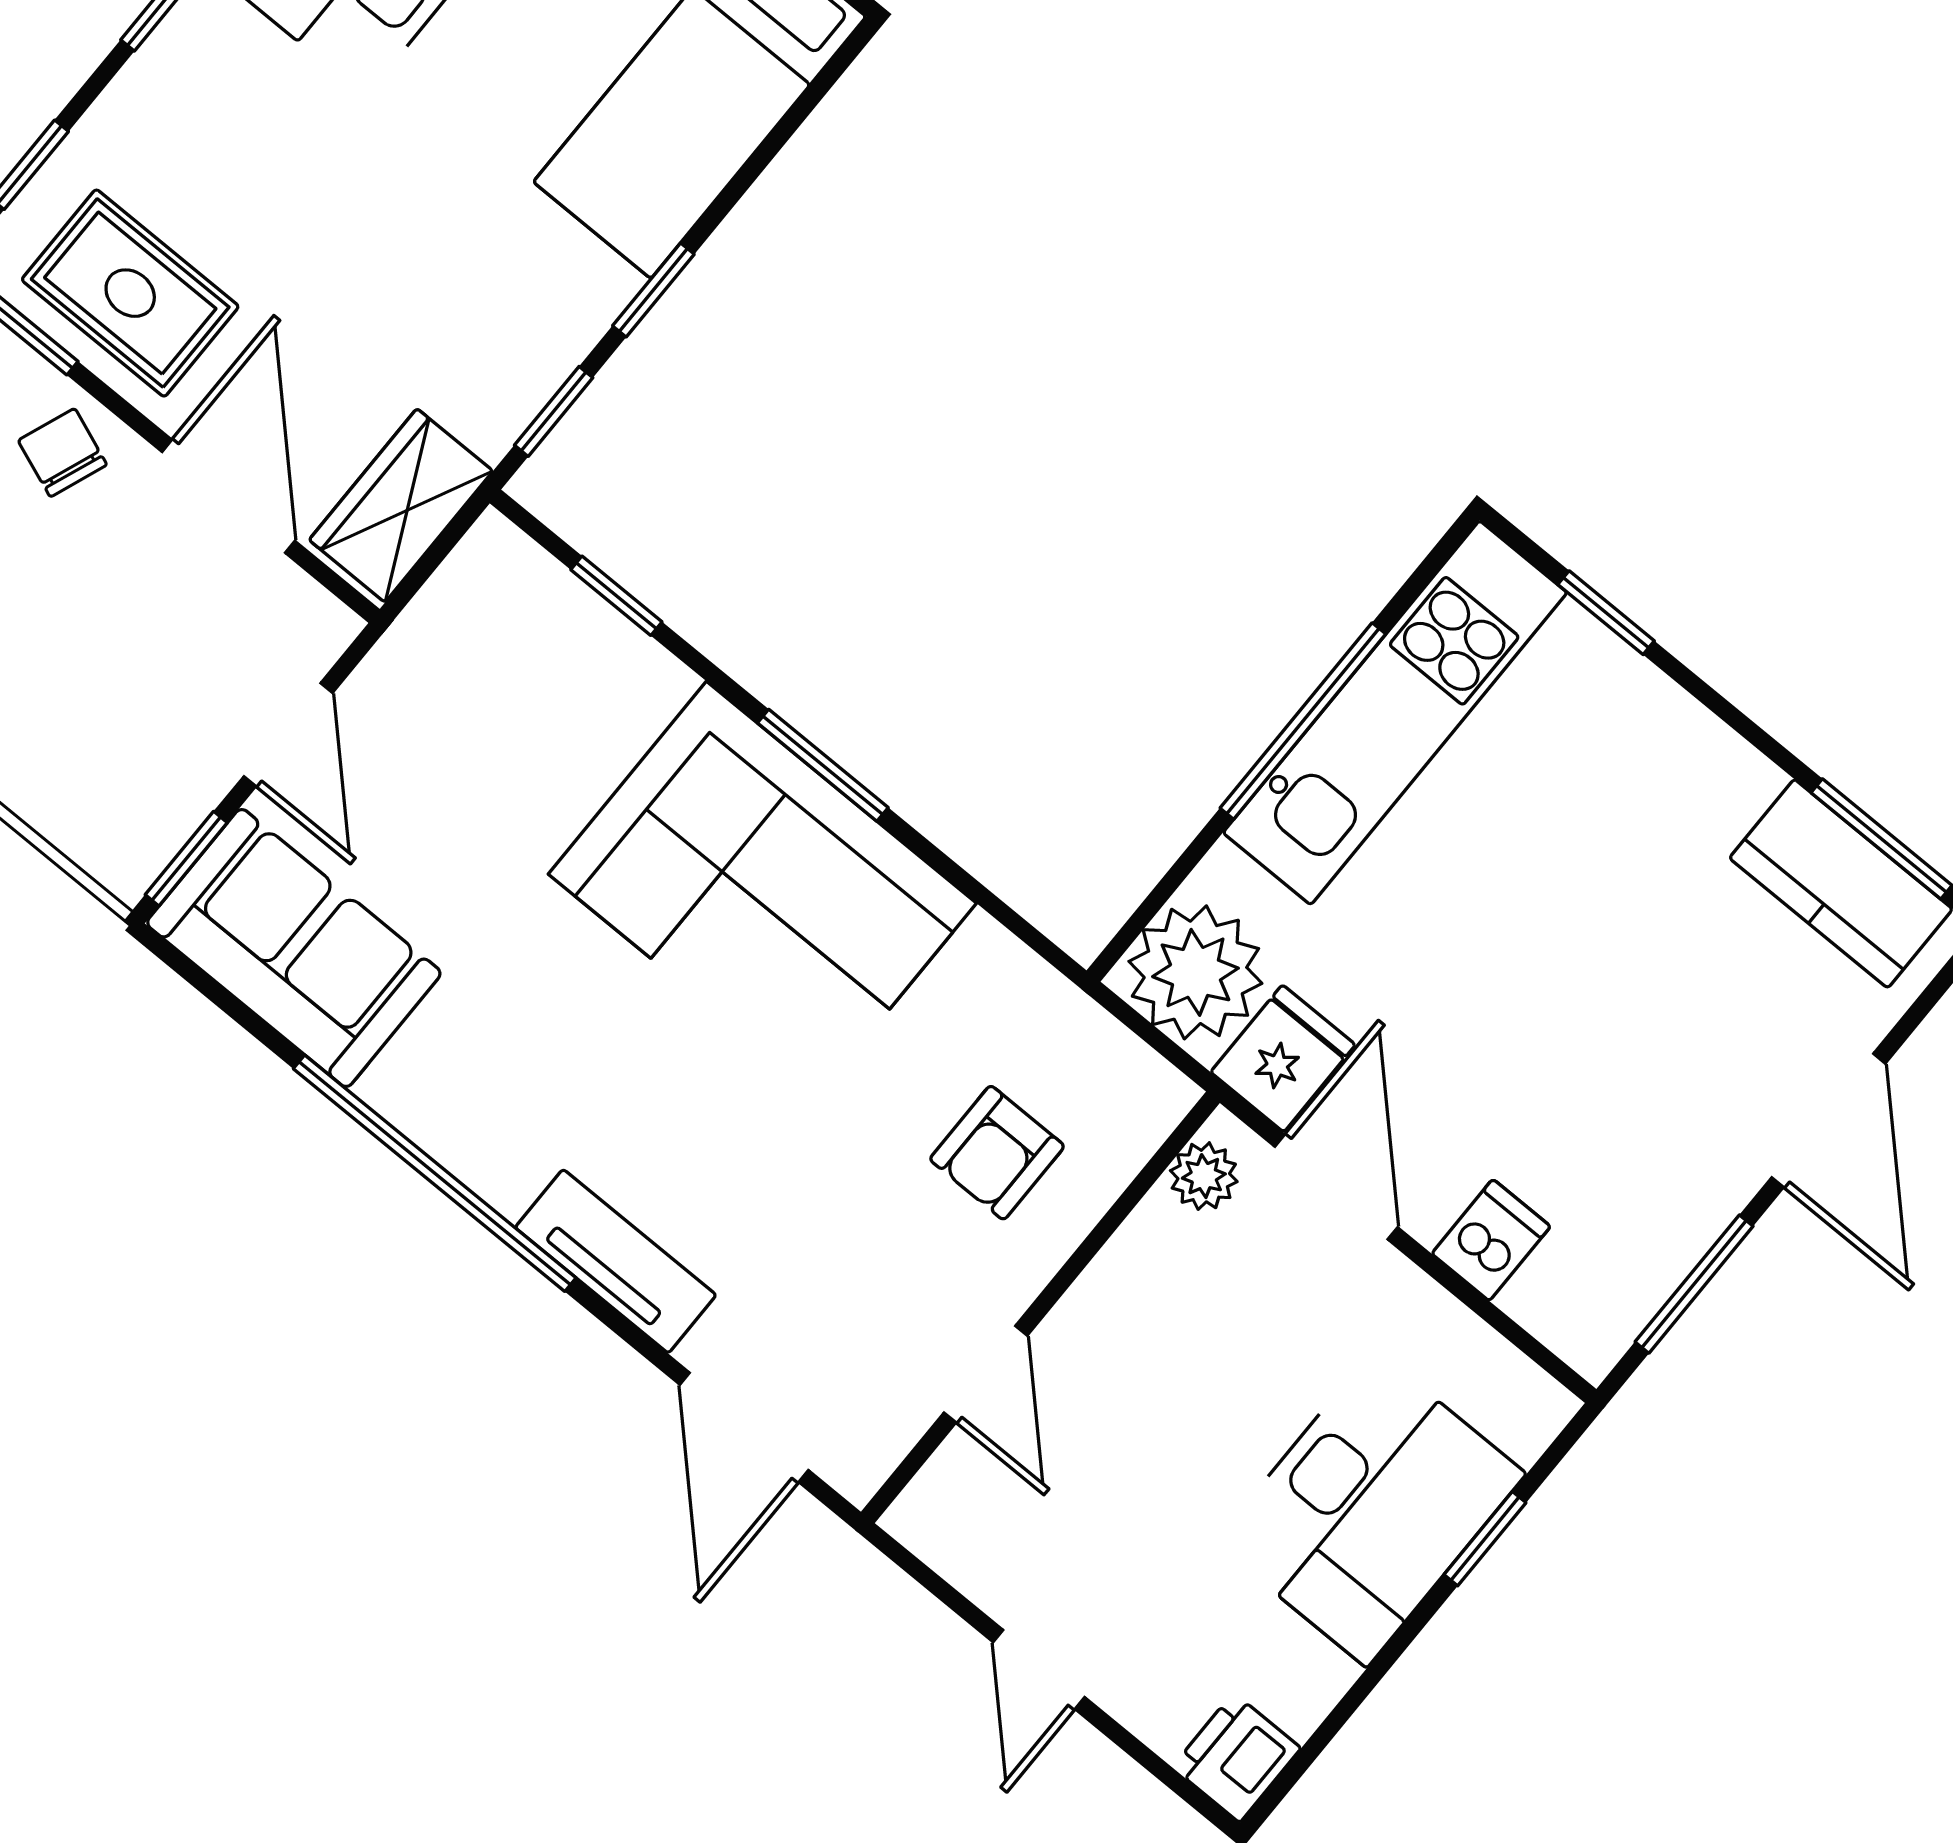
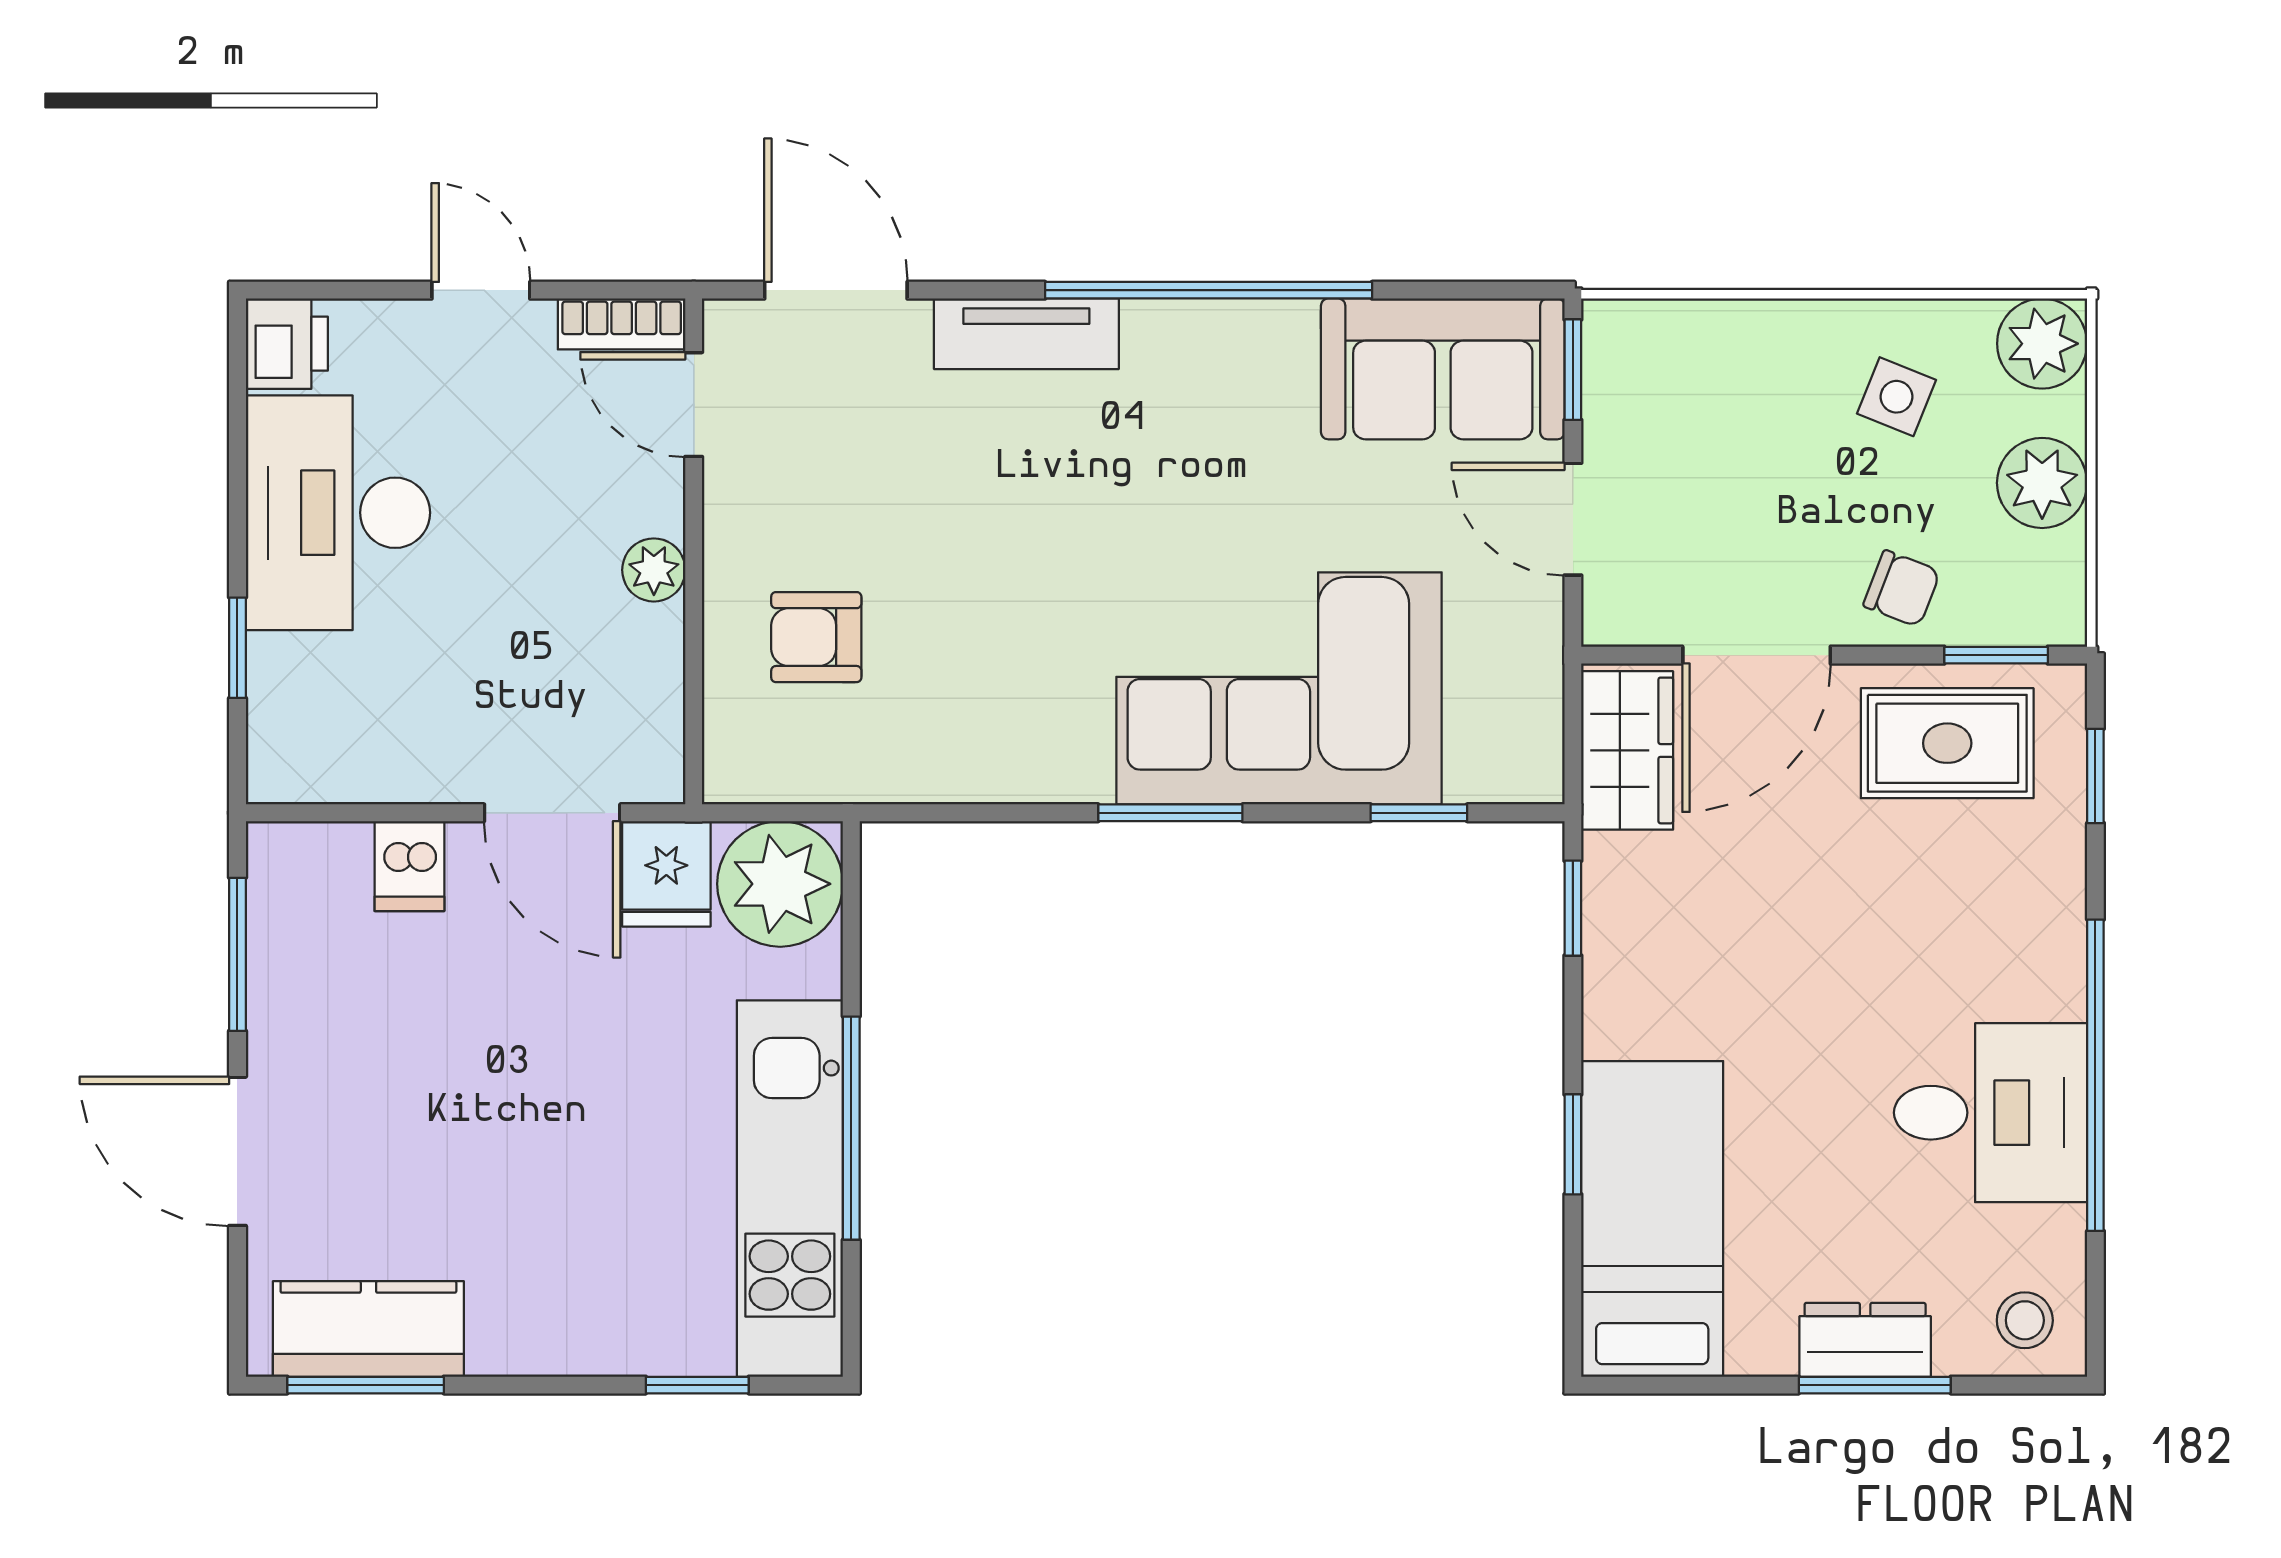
window: (653, 290) -> (1573, 1144), moved
door: (228, 496) -> (1757, 655), hinge flipped
corner sofa: (762, 889) -> (1279, 688), moved
armchair: (997, 1153) -> (816, 637), turned -90
plant: (1204, 1176) -> (654, 570), moved
door: (986, 1374) -> (694, 405), moved
desk: (1370, 1508) -> (338, 513), moved
bookcase: (945, 1545) -> (622, 324), added

